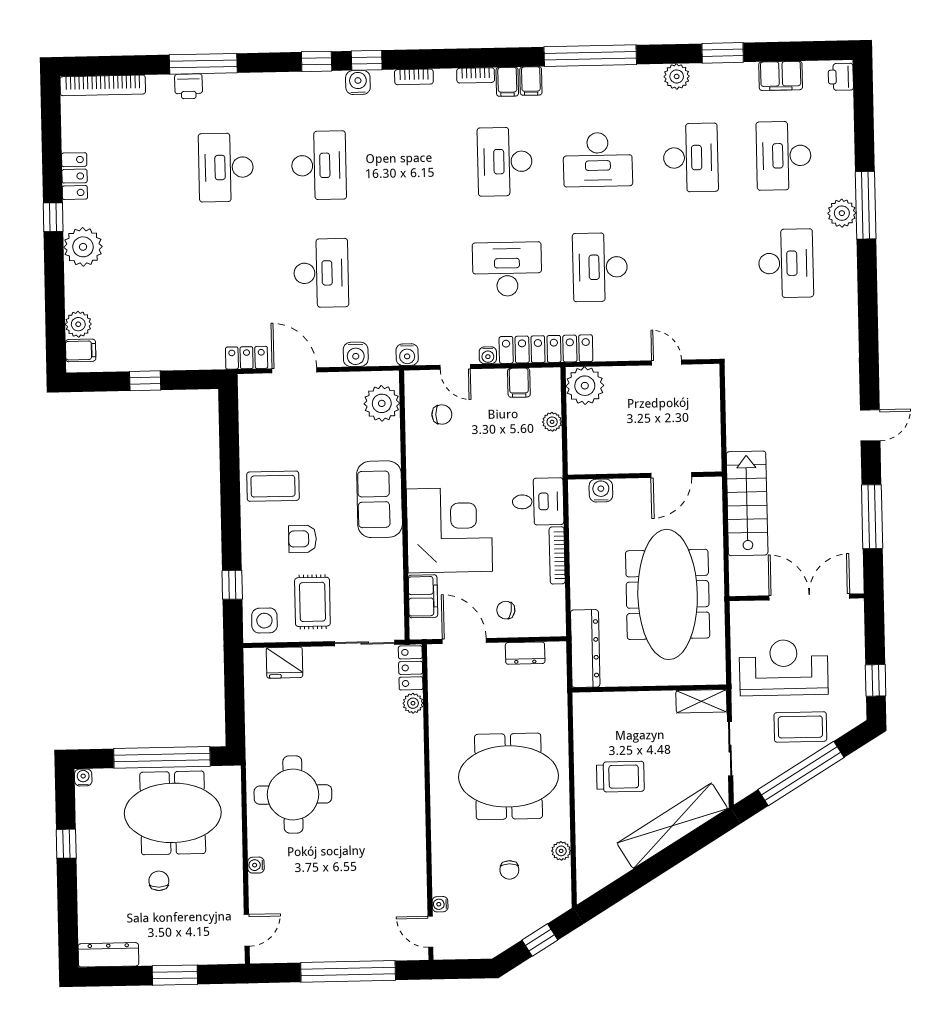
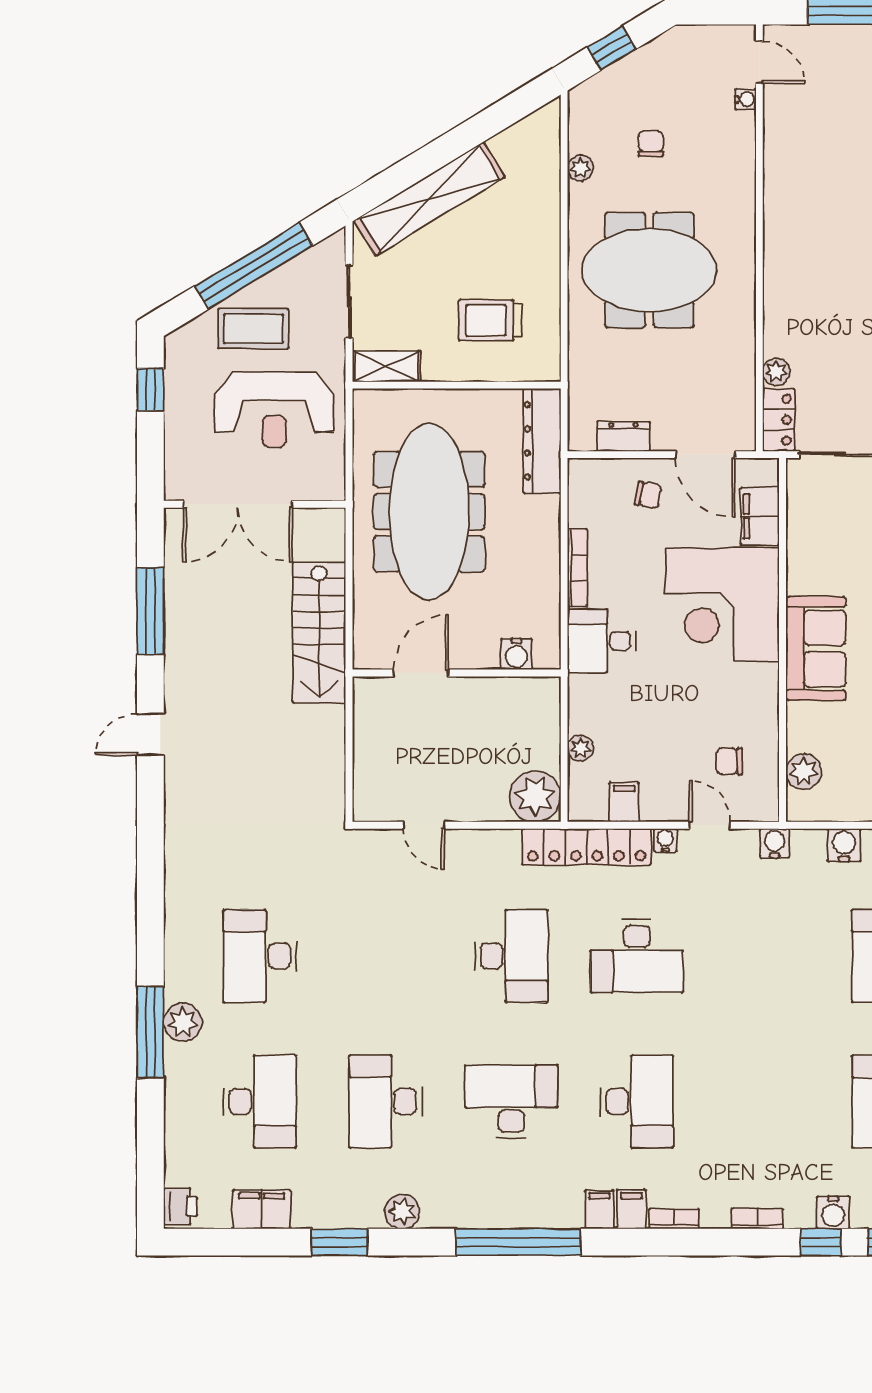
plant: (382, 403) -> (804, 772), width x0.73, depth x0.73
trolley: (620, 777) -> (490, 320), moved

